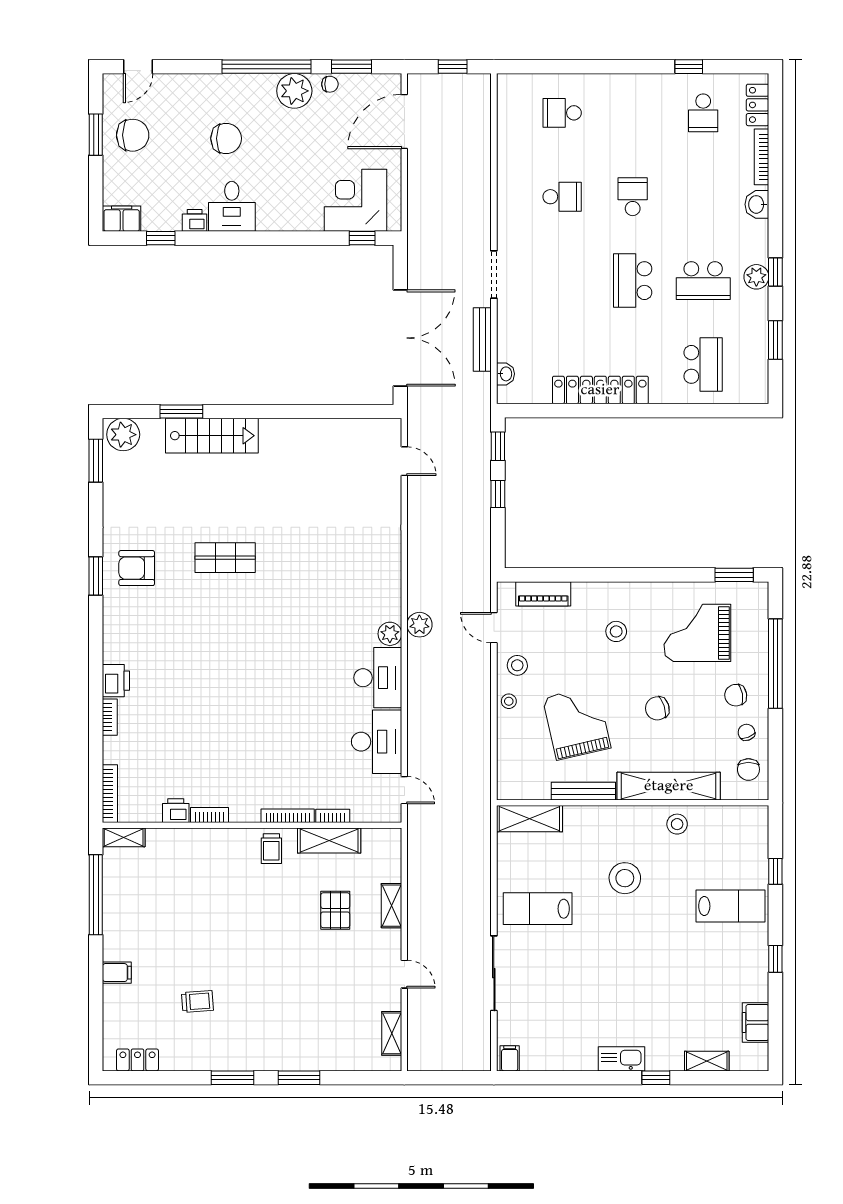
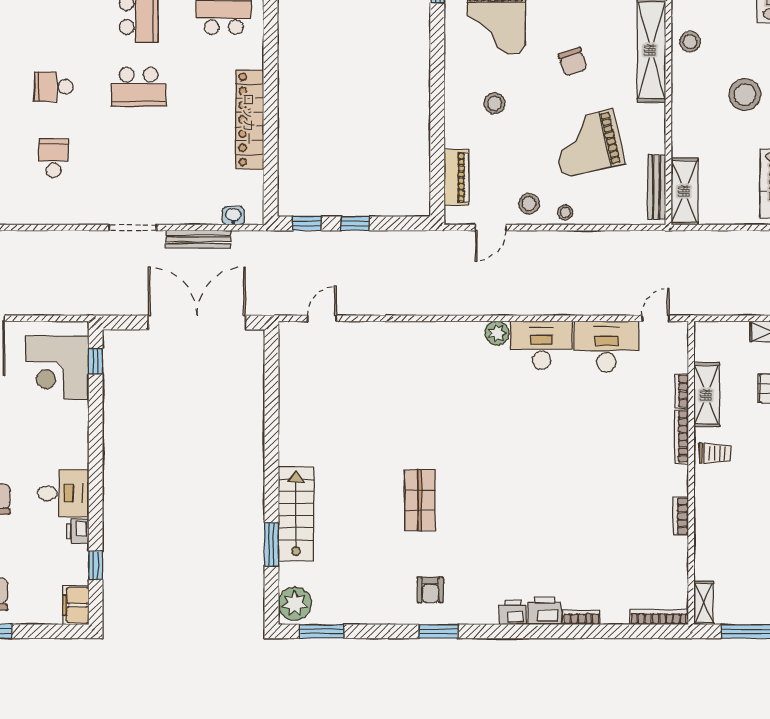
armchair: (137, 568) -> (430, 590), width x0.72, depth x0.72
plant: (419, 625) -> (488, 303), removed
bench: (583, 791) -> (657, 187), moved
printer: (176, 811) -> (513, 612), moved, turned 90

